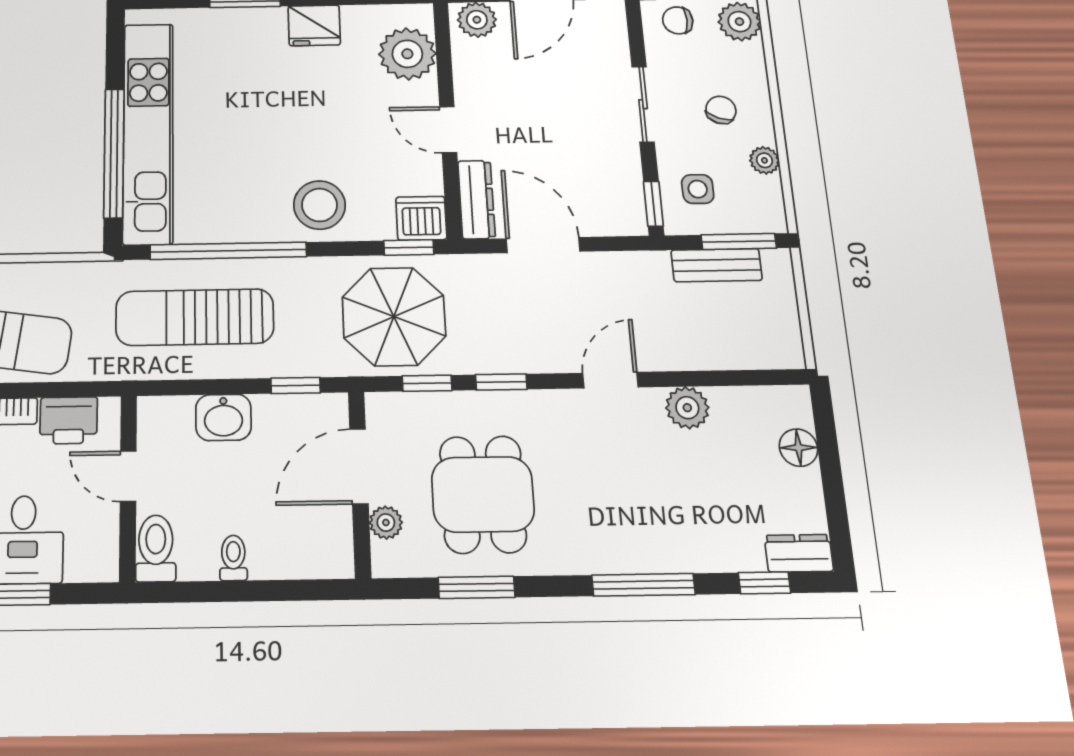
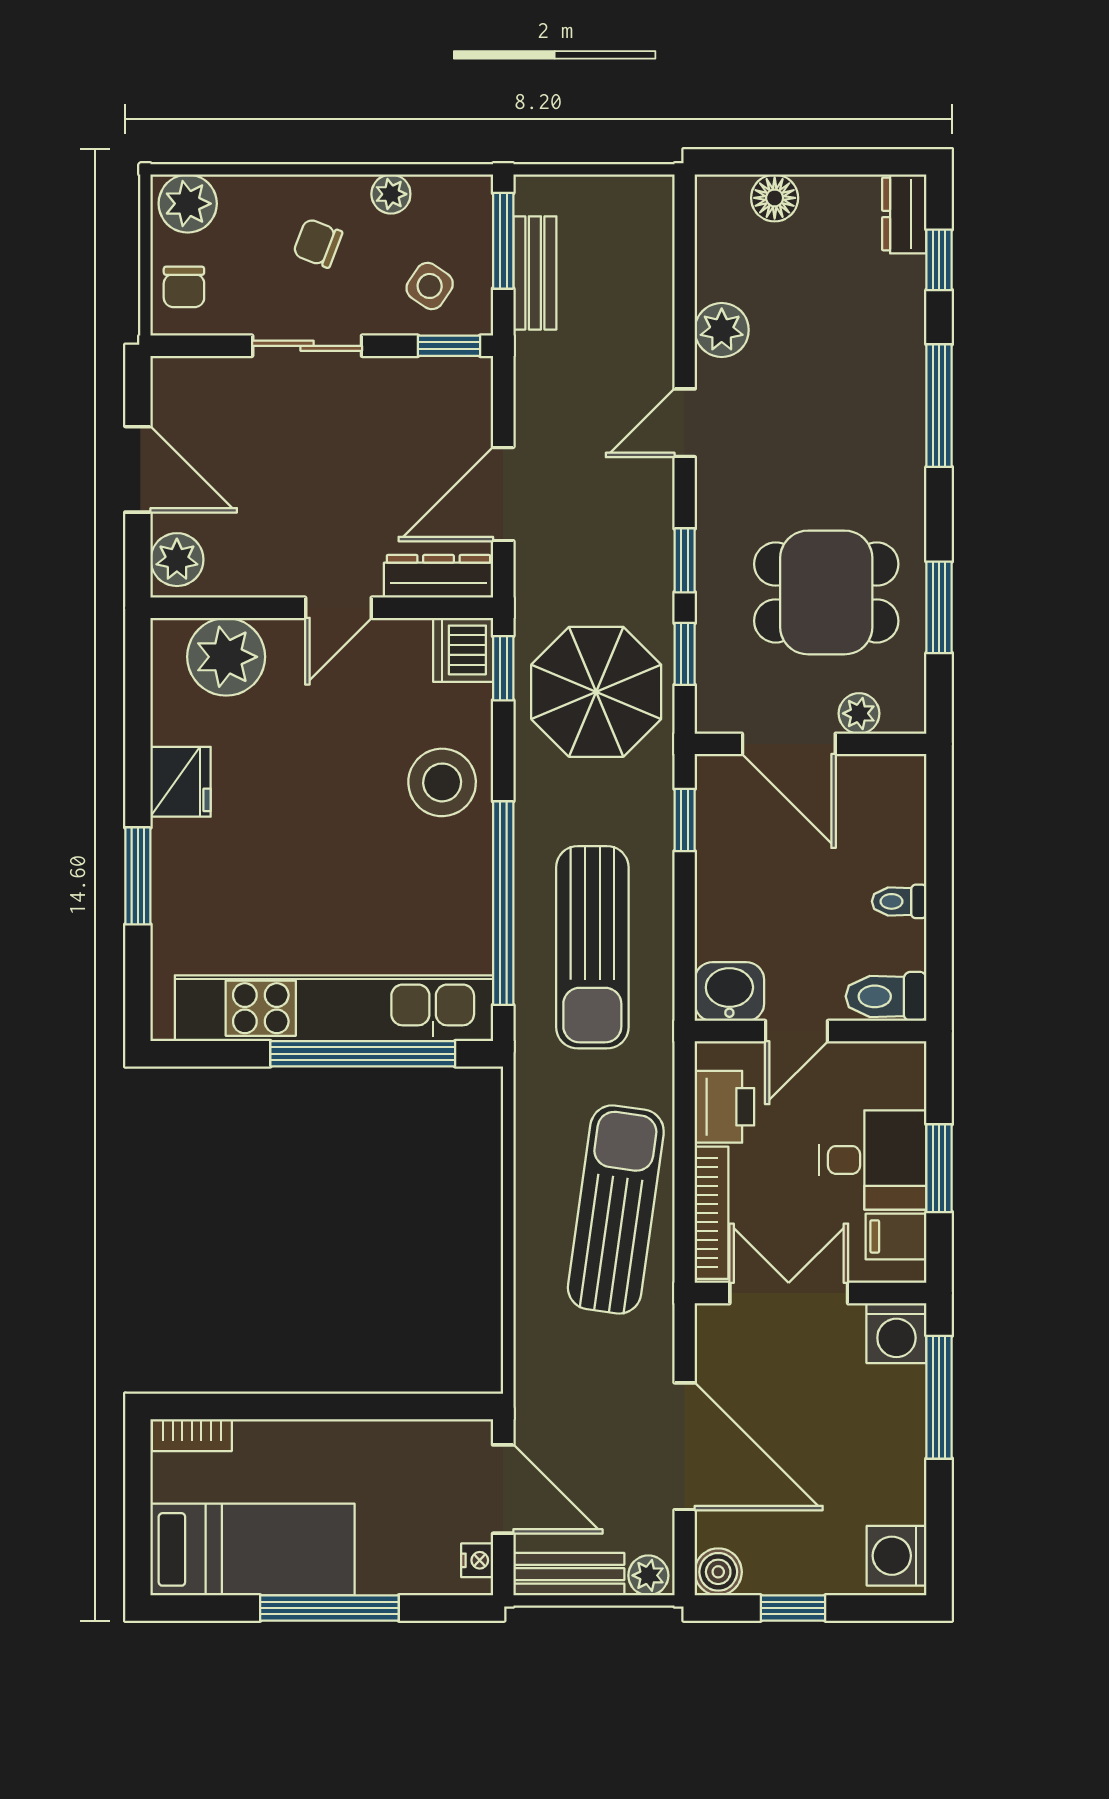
side table: (698, 189) -> (430, 286), turned 34
door: (610, 380) -> (685, 423), hinge flipped
washbasin: (223, 417) -> (729, 992), moved, turned -90

